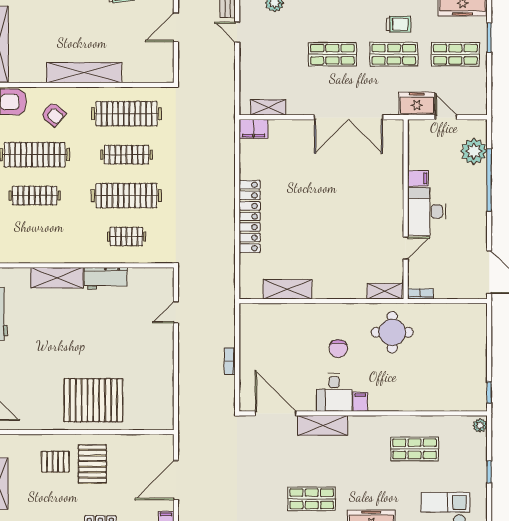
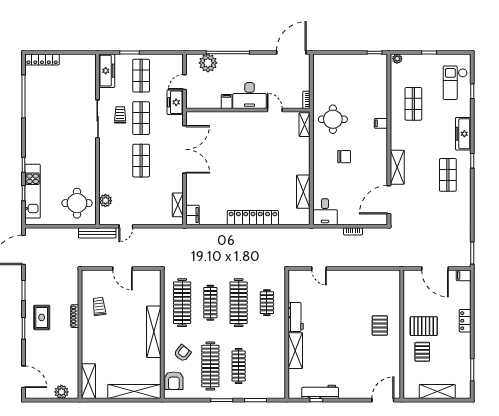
desk: (334, 392) -> (325, 212), moved, turned 90
pallet: (93, 400) -> (380, 326), width x0.49, depth x0.50
filing cabinet: (360, 402) -> (381, 123), moved

